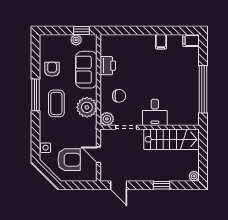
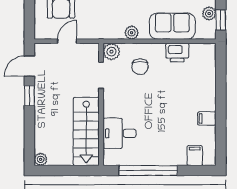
filing cabinet: (191, 41) -> (195, 156), moved
plant: (87, 107) -> (132, 33), width x0.53, depth x0.53
desk: (155, 112) -> (119, 133), moved
window: (162, 185) -> (29, 96), moved

